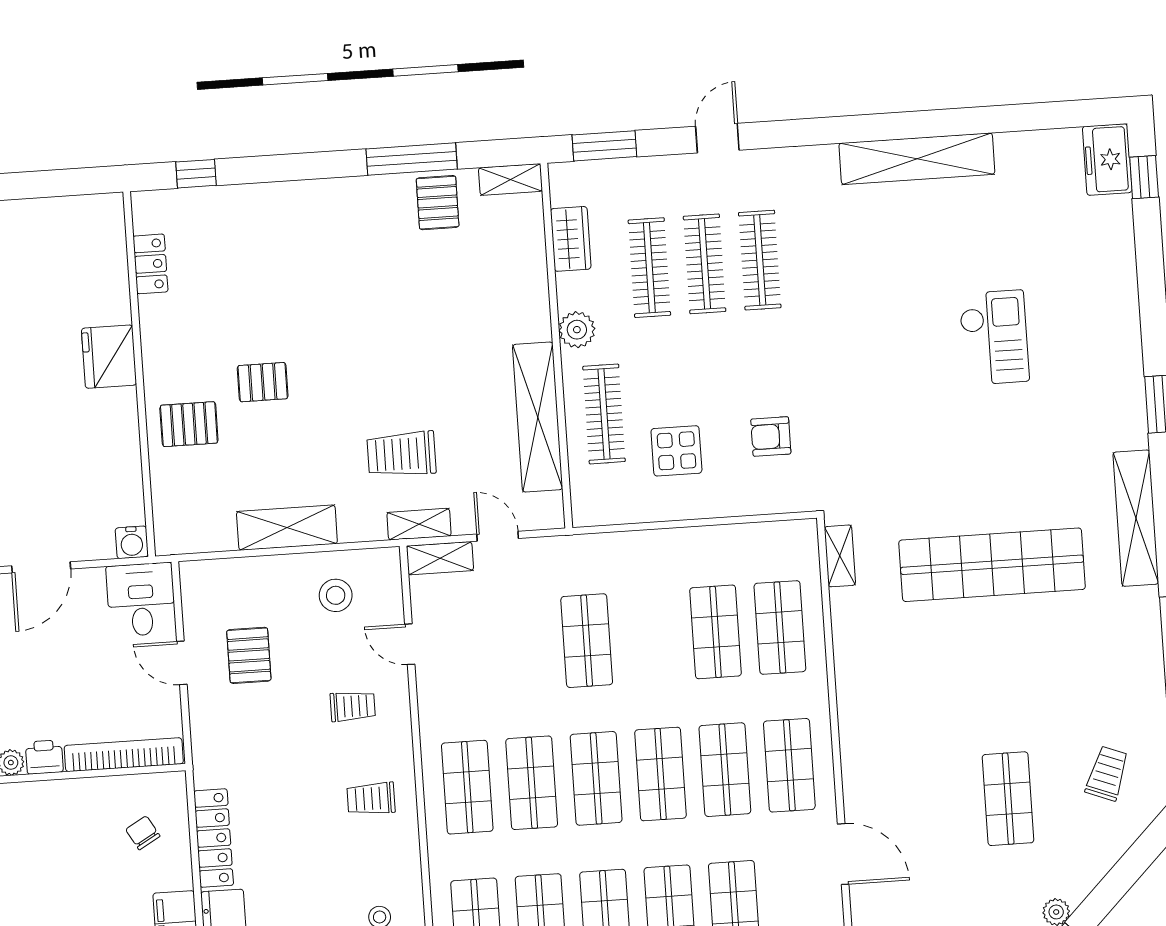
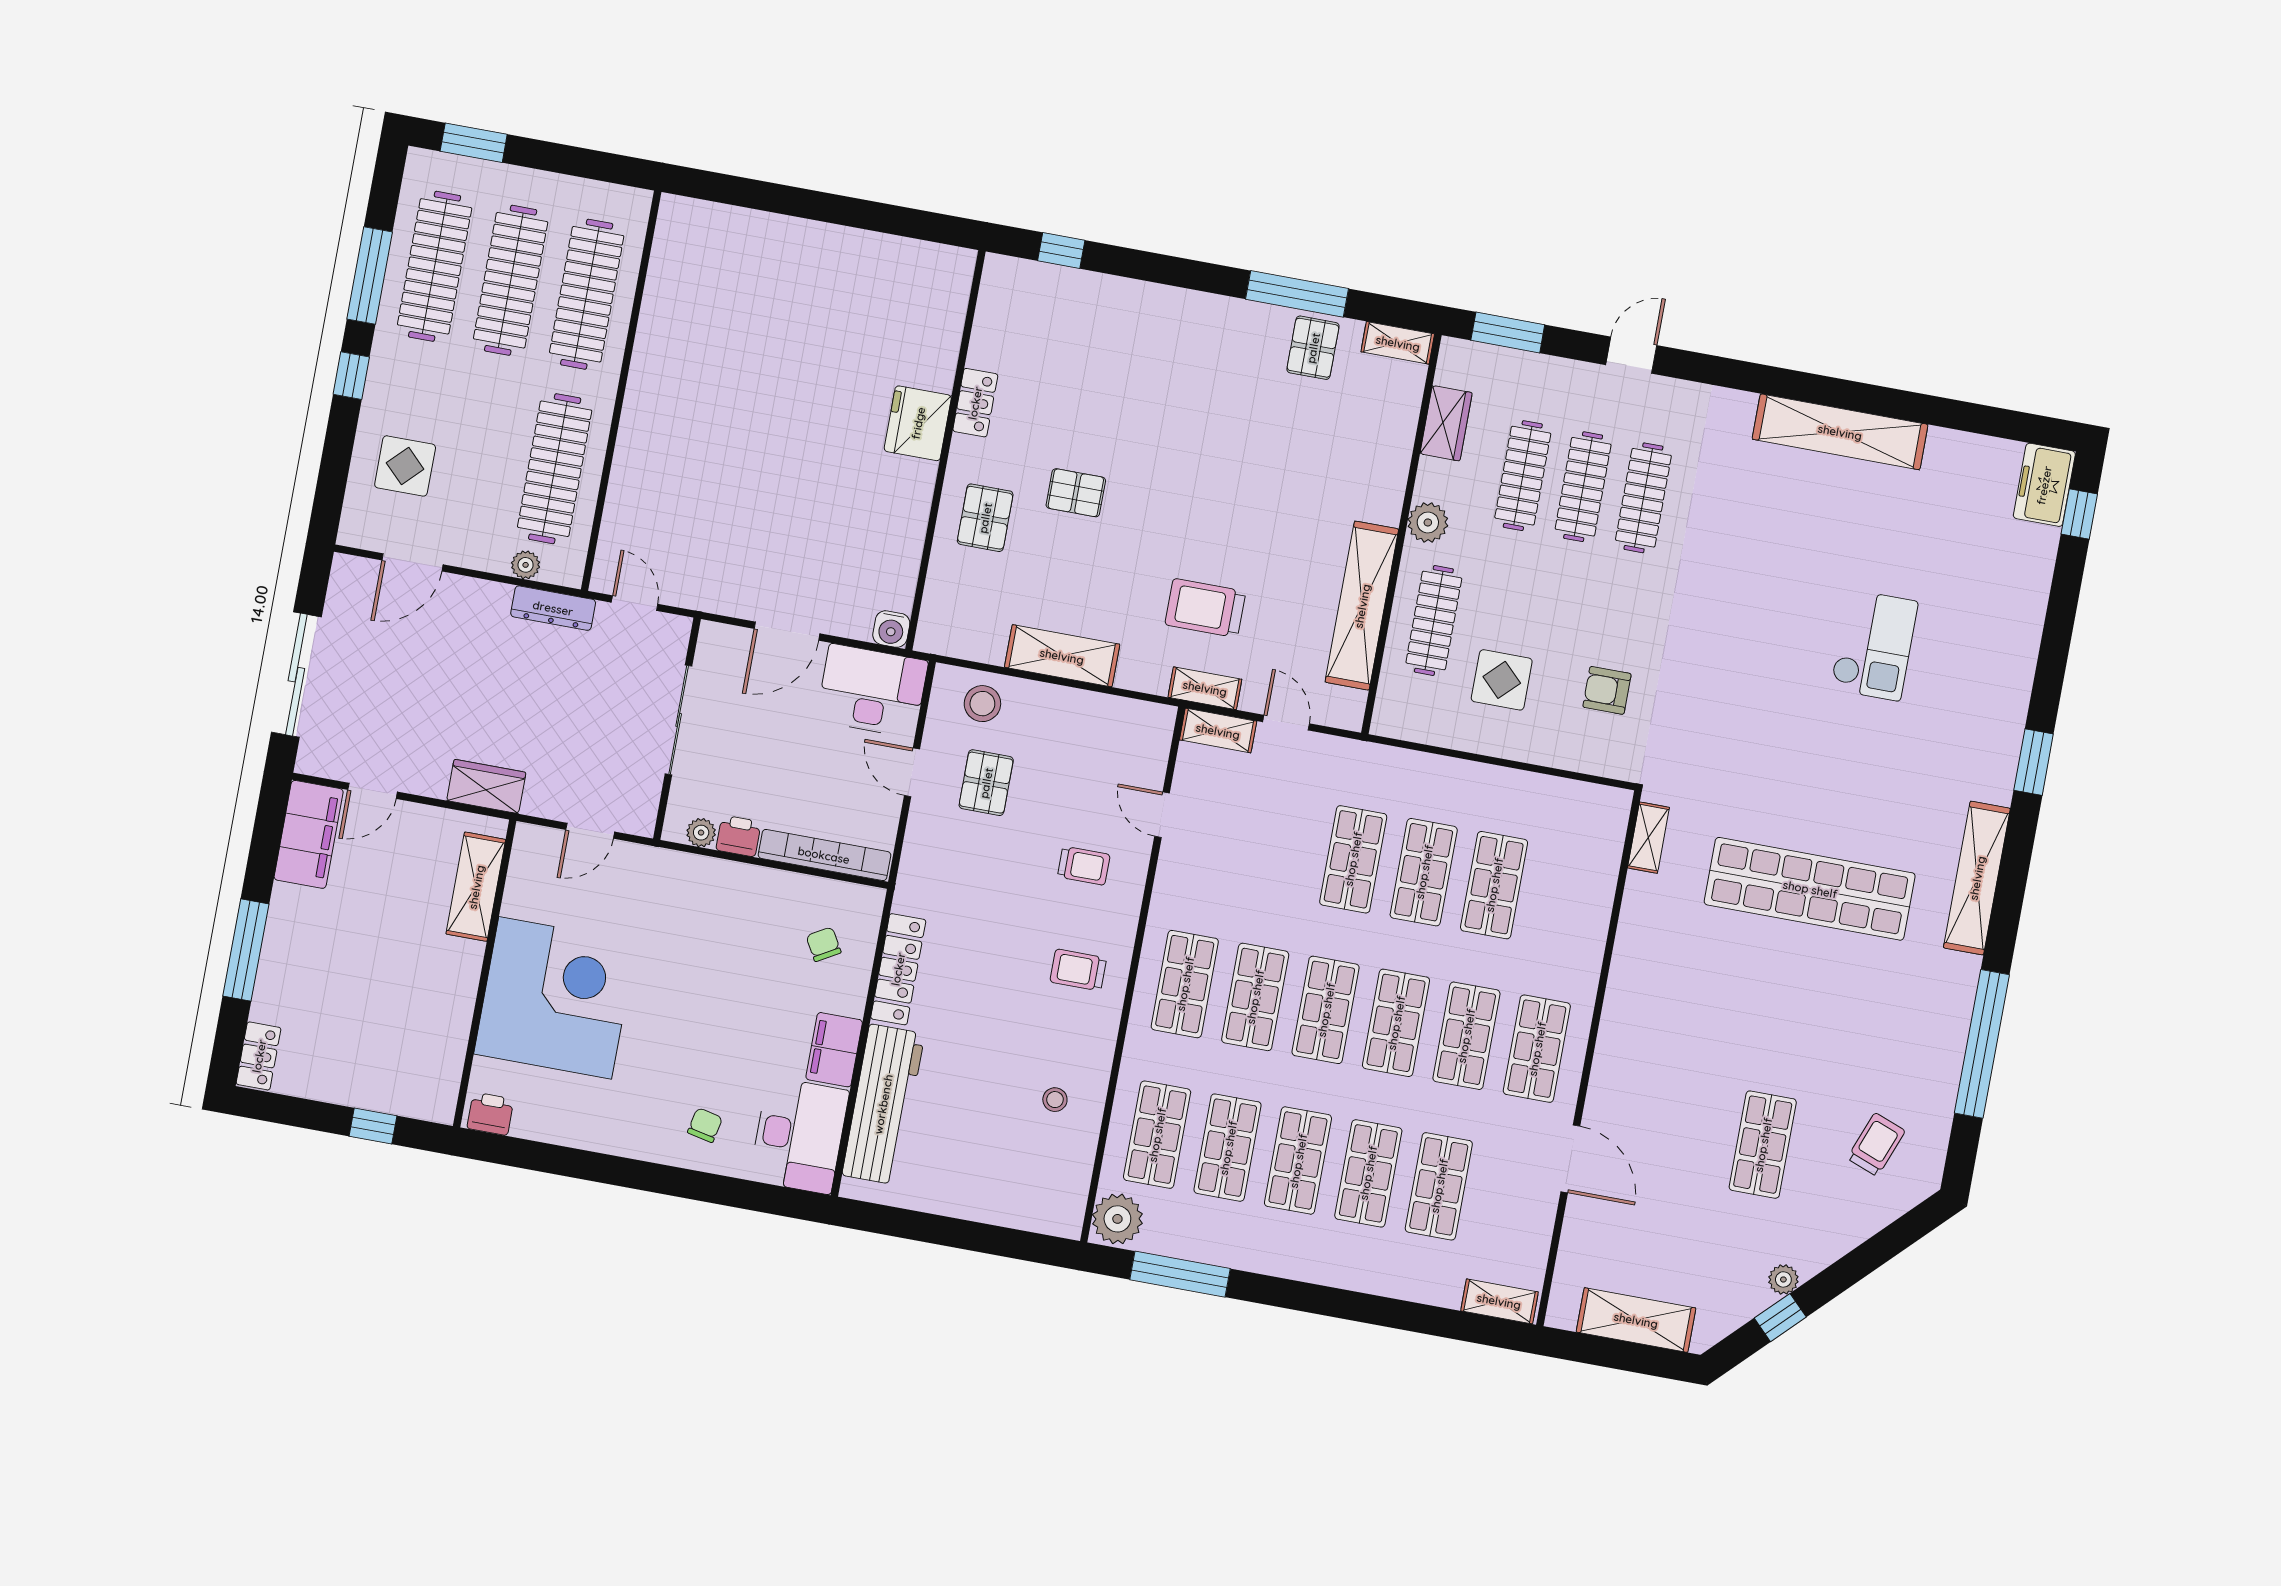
locker: (151, 264) -> (975, 403), moved
pallet: (189, 424) -> (985, 518), turned 90
stool: (336, 595) -> (982, 704), moved
desk: (141, 600) -> (872, 691), width x1.37
shop shelf: (780, 627) -> (1424, 872), moved

